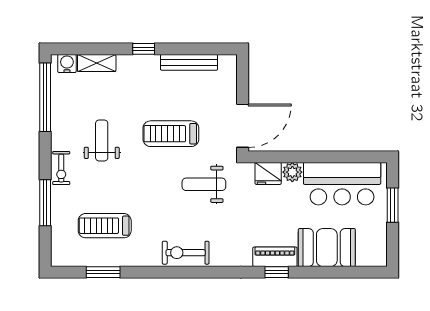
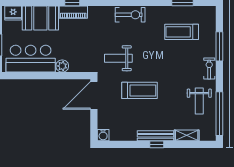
bench: (189, 62) -> (155, 136), moved
water cooler: (67, 63) -> (103, 135), moved
weight bench: (102, 140) -> (199, 101), moved
fridge: (268, 173) -> (13, 13), moved, turned 180
weight bench: (204, 184) -> (118, 58), turned 180
treadmill: (105, 226) -> (182, 32), turned 180

